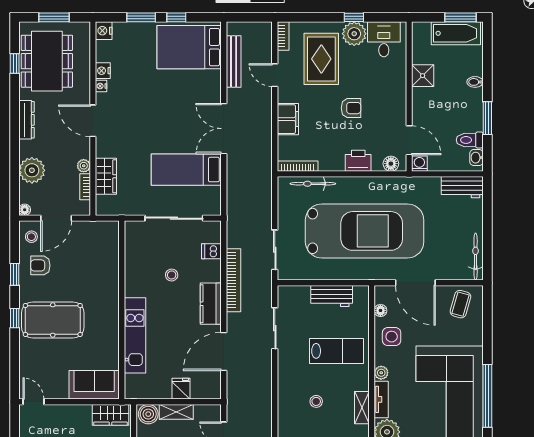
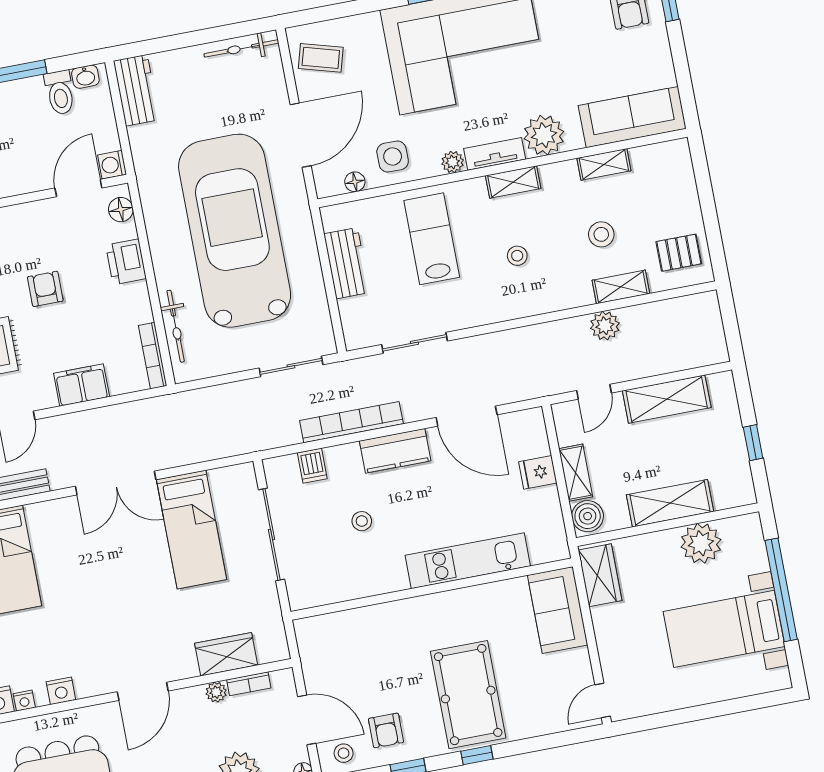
nightstand: (101, 86) -> (24, 701), moved

